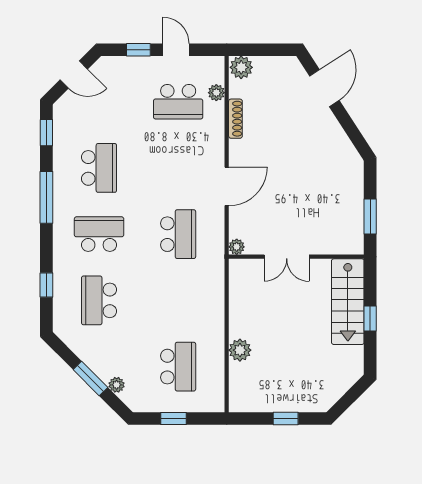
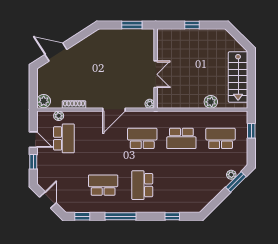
door: (176, 50) -> (33, 140), swing flipped
door: (227, 186) -> (114, 110), swing flipped
school desk: (99, 300) -> (181, 138), moved
stairs: (348, 302) -> (238, 77), moved, turned 90
window: (90, 378) -> (236, 182), moved
window: (174, 419) -> (251, 131), moved
window: (286, 419) -> (251, 75), removed

